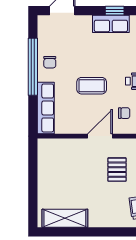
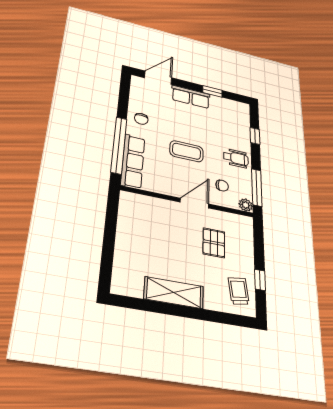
row of seats: (111, 24) -> (191, 97), moved
window: (33, 67) -> (119, 145), moved
shelving: (65, 218) -> (174, 293), moved

